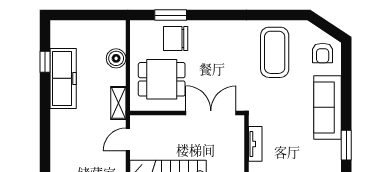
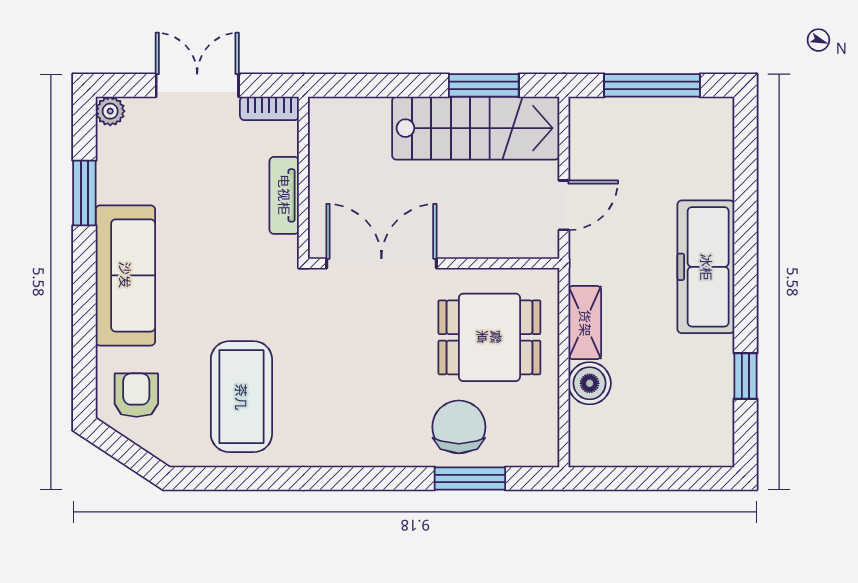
chair: (176, 38) -> (459, 427), turned -90
freezer: (63, 78) -> (706, 267), moved
shelving: (118, 103) -> (585, 323), moved
double door: (211, 113) -> (381, 263), swing flipped

